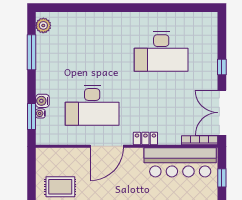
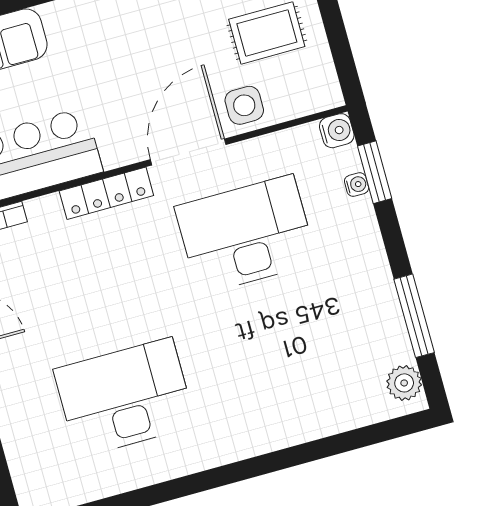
water cooler: (42, 101) -> (337, 131), moved
locker: (145, 138) -> (106, 193), width x1.53
side table: (78, 159) -> (244, 105), added

